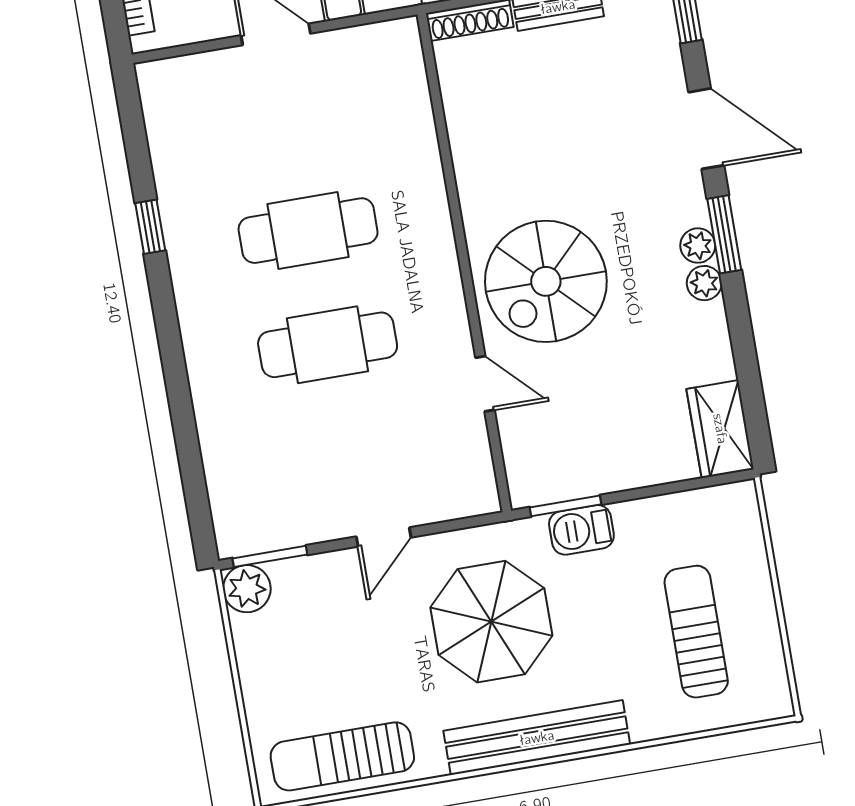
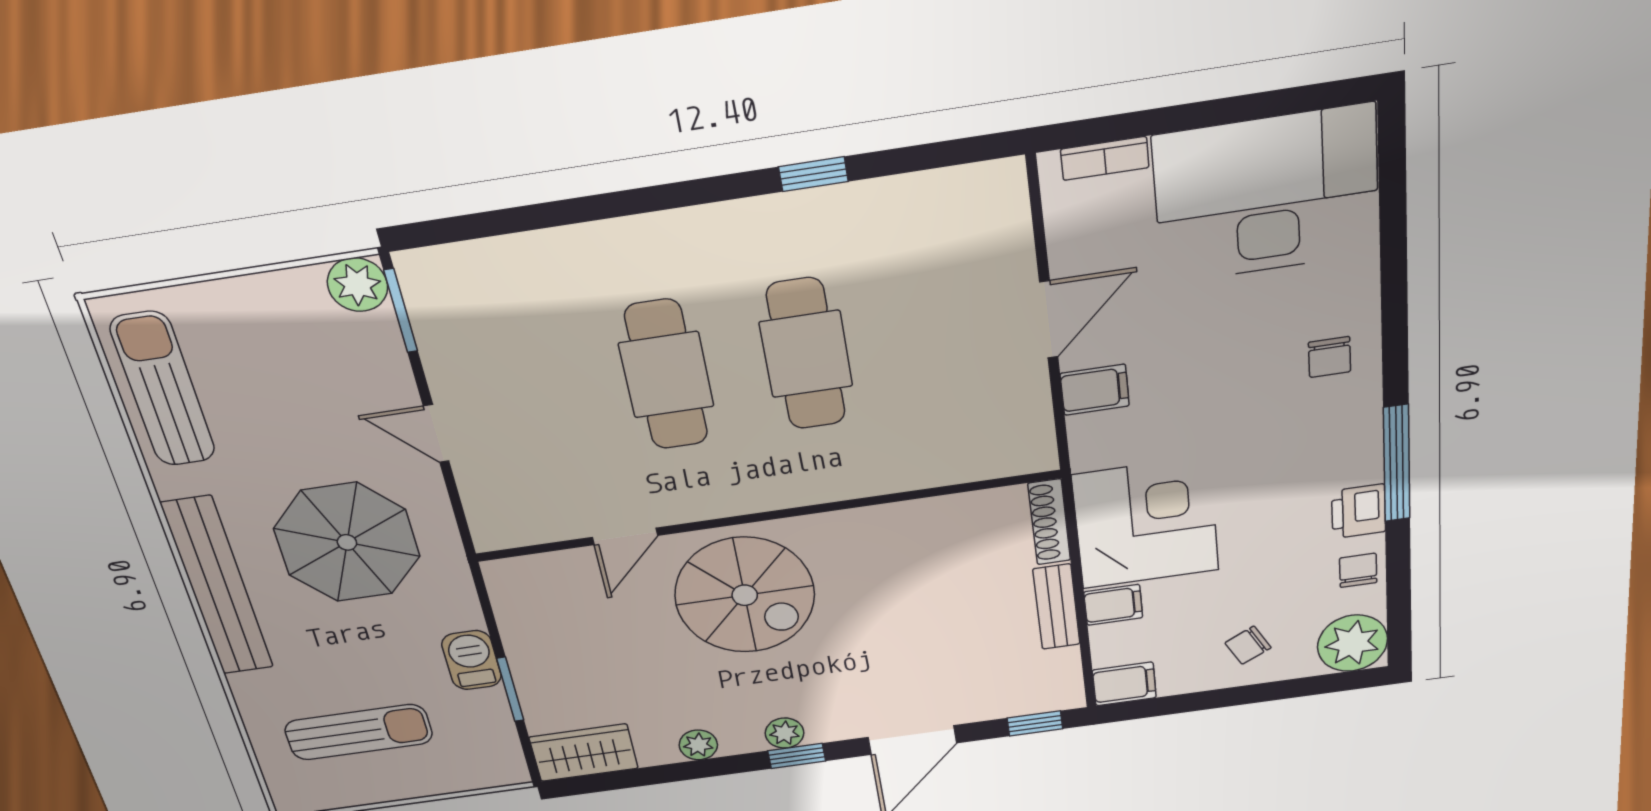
window: (724, 234) -> (797, 756), width x0.67
spiral stairs: (546, 281) -> (745, 595), turned 180
plant: (704, 283) -> (698, 745), moved
window: (566, 506) -> (510, 689), moved
barbecue: (581, 530) -> (472, 660), moved

